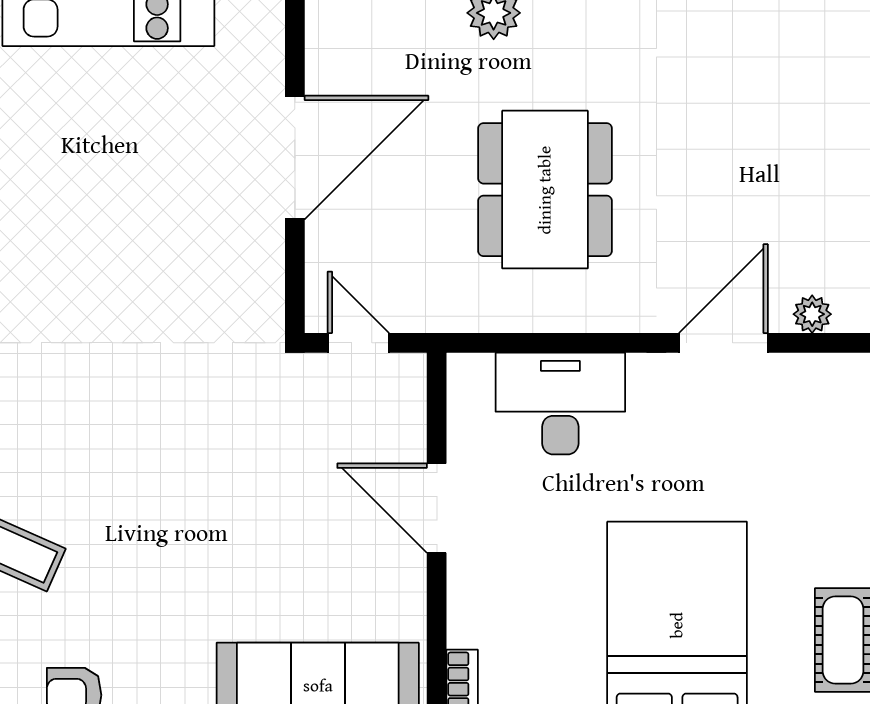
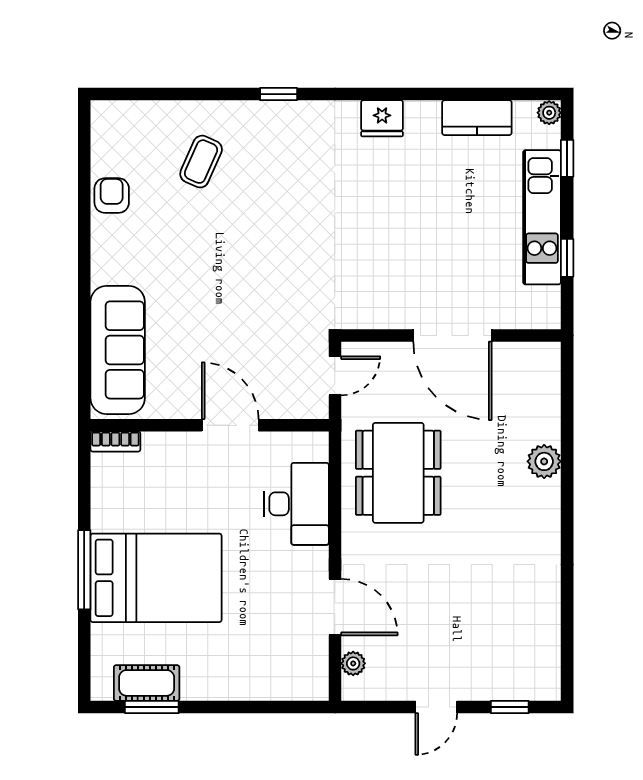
dining table: (545, 190) -> (398, 473), moved, turned 90
door: (437, 508) -> (230, 425), hinge flipped

